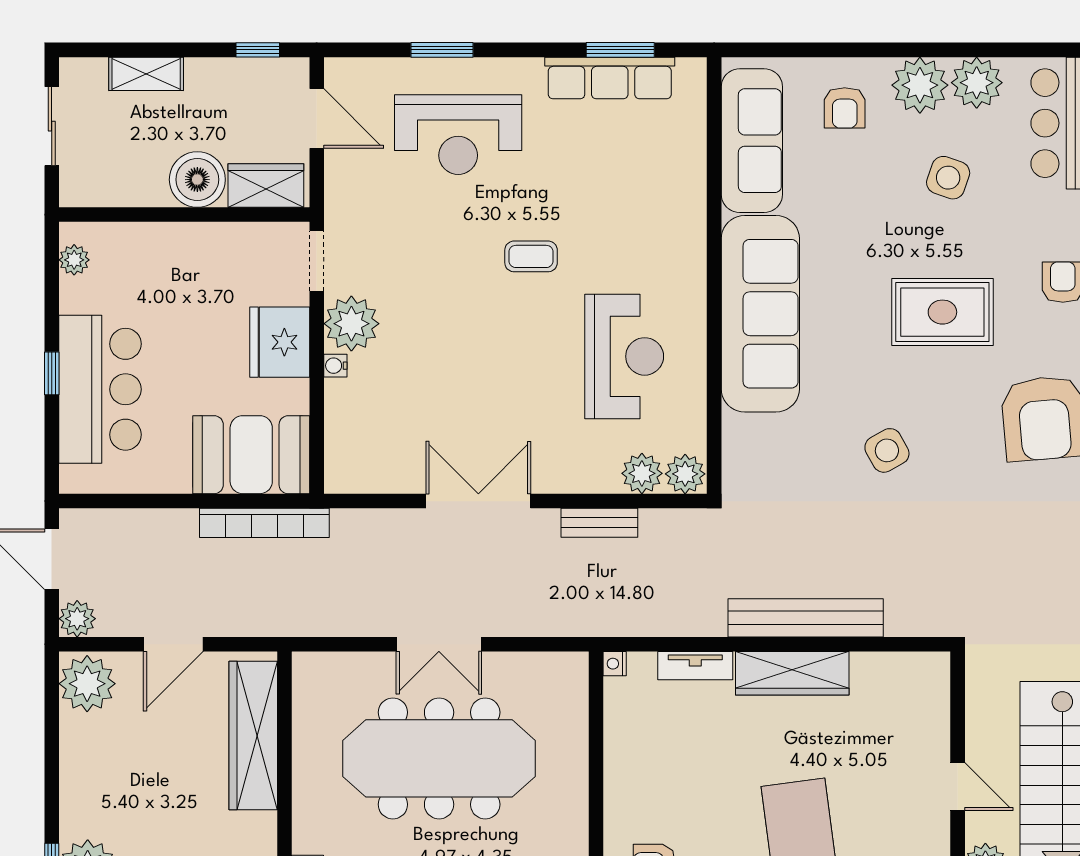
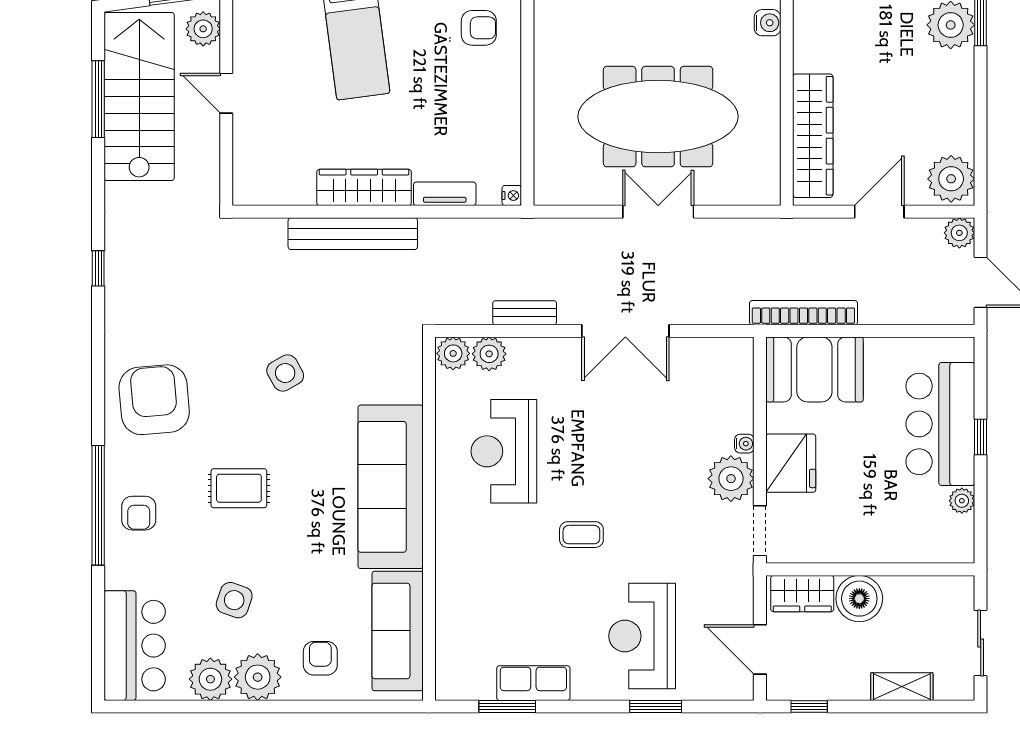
row of seats: (610, 78) -> (533, 683), width x0.68
reception desk: (458, 135) -> (642, 636), turned -90
plant: (74, 260) -> (962, 501), moved
rug: (942, 312) -> (239, 488), width x0.73, depth x0.70

